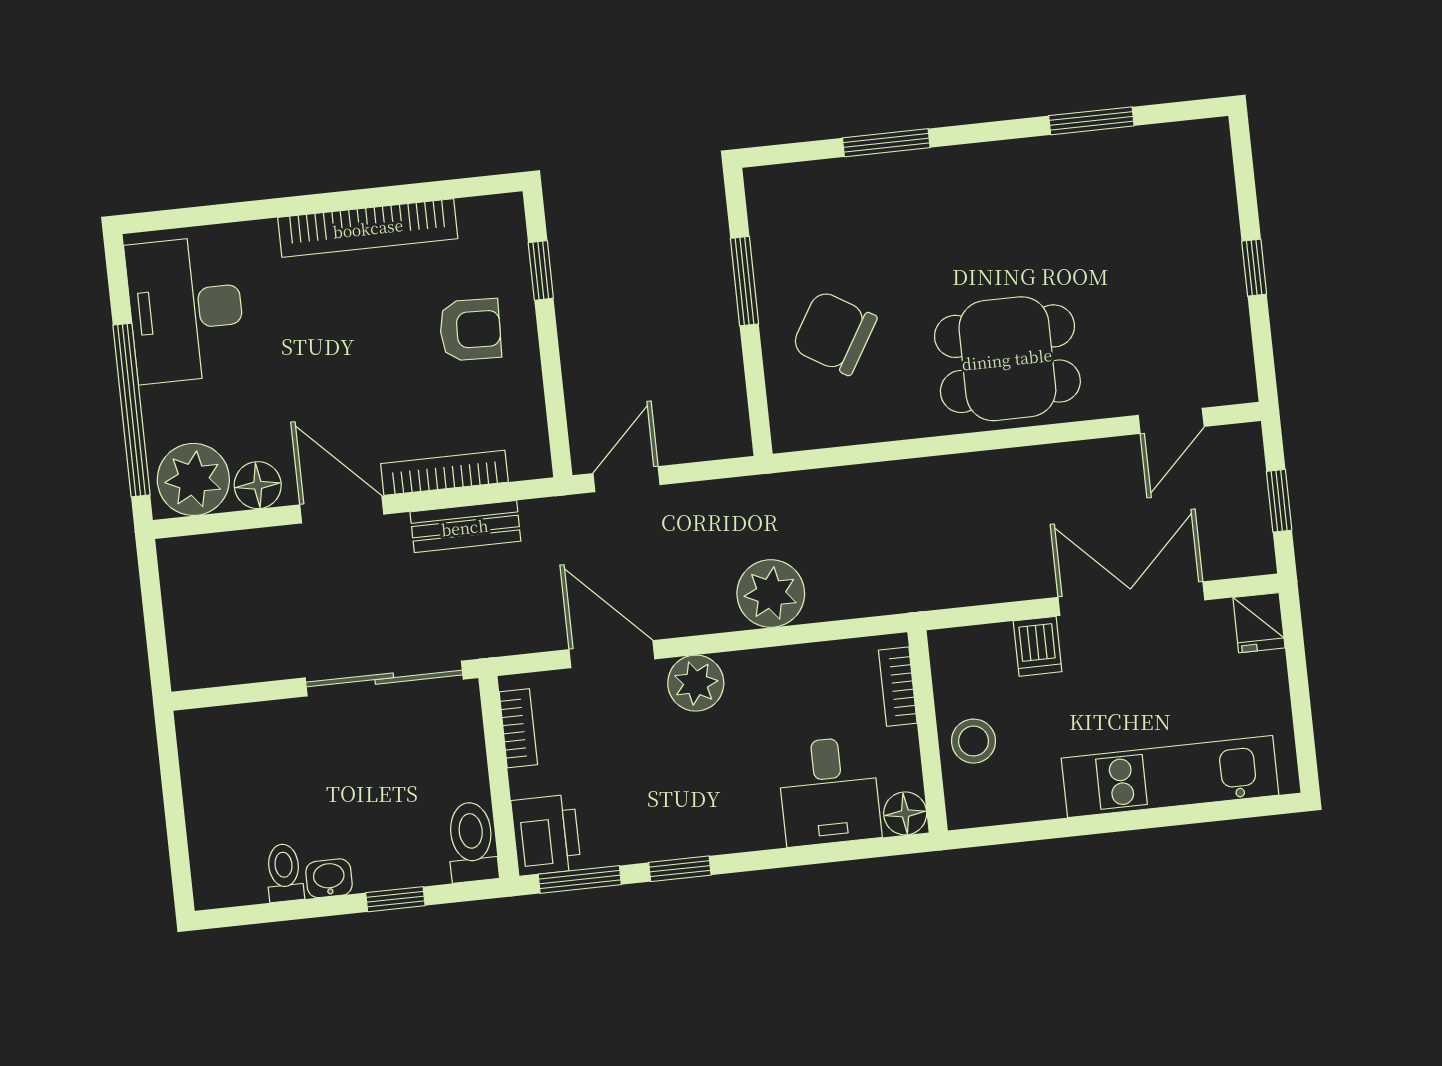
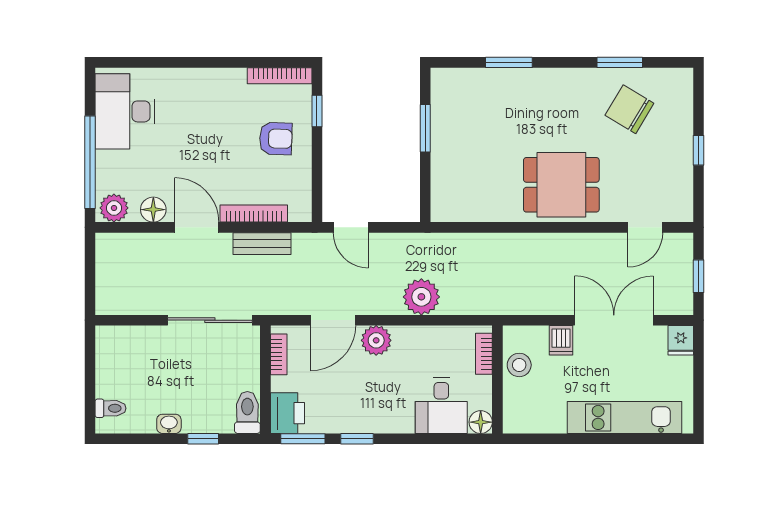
bookcase: (368, 228) -> (280, 76), moved, width x0.68, depth x0.76
chair: (834, 333) -> (629, 109), moved
plant: (193, 479) -> (114, 208), width x0.73, depth x0.73
door: (626, 479) -> (351, 227), swing flipped
door: (612, 654) -> (333, 320), swing flipped
stool: (974, 741) -> (519, 365), moved
toilet: (284, 873) -> (111, 408), moved, turned 90

